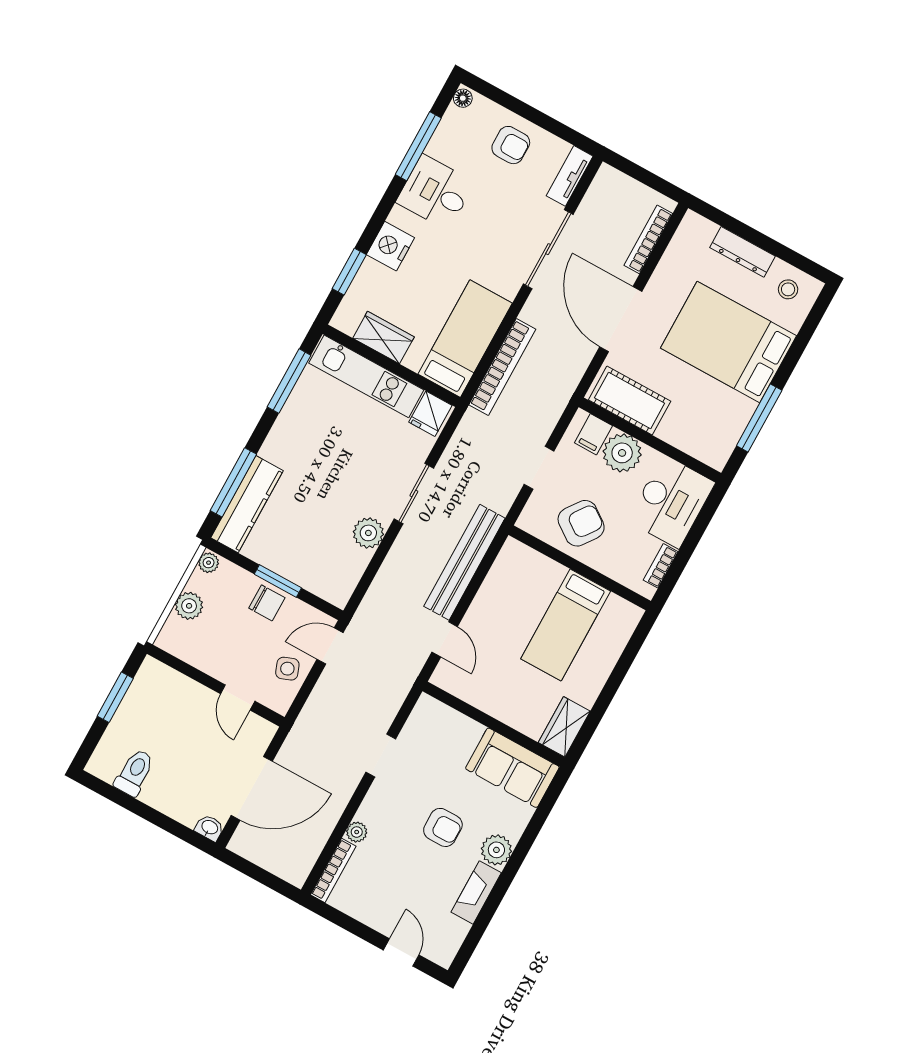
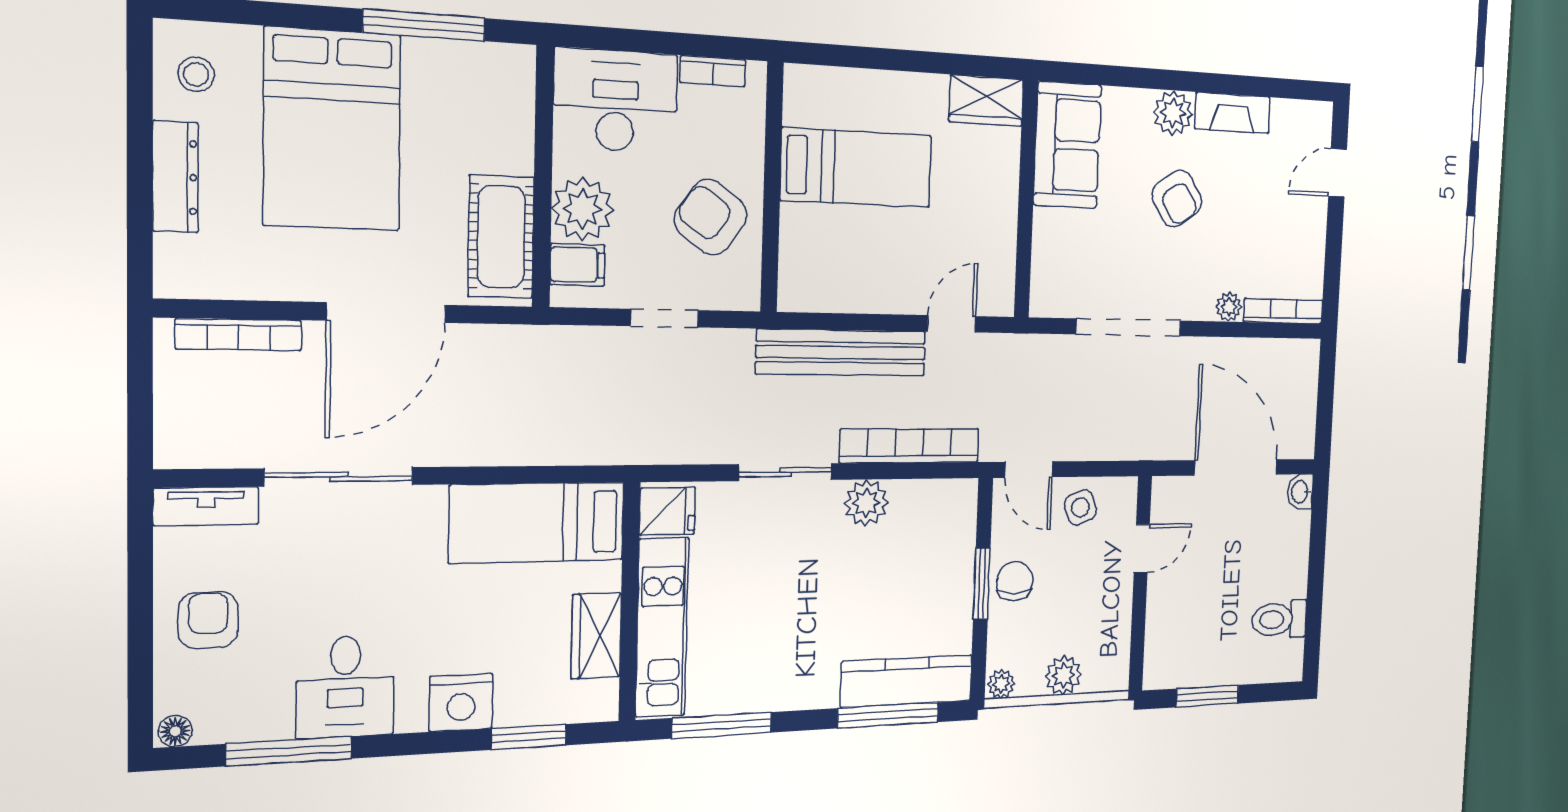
bookcase: (502, 367) -> (910, 446), moved
doorway: (381, 756) -> (1129, 327), width x1.87
armchair: (443, 827) -> (1177, 198), turned 147

